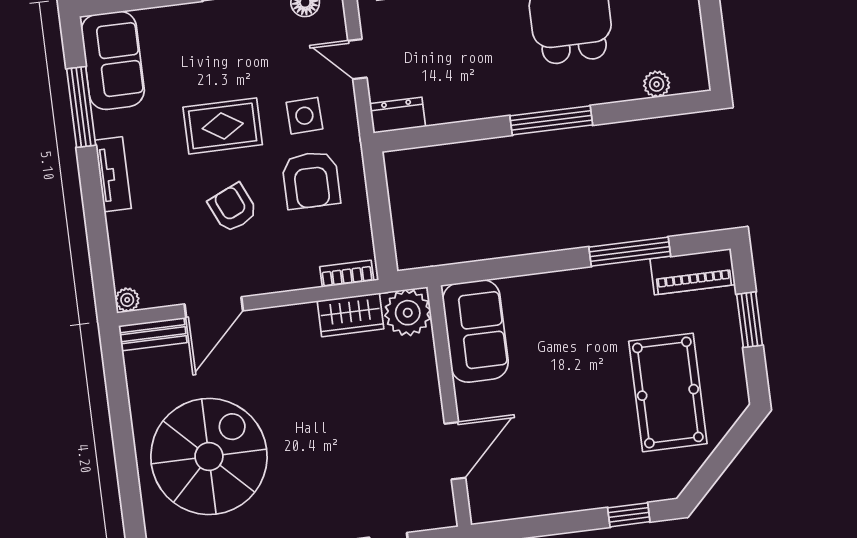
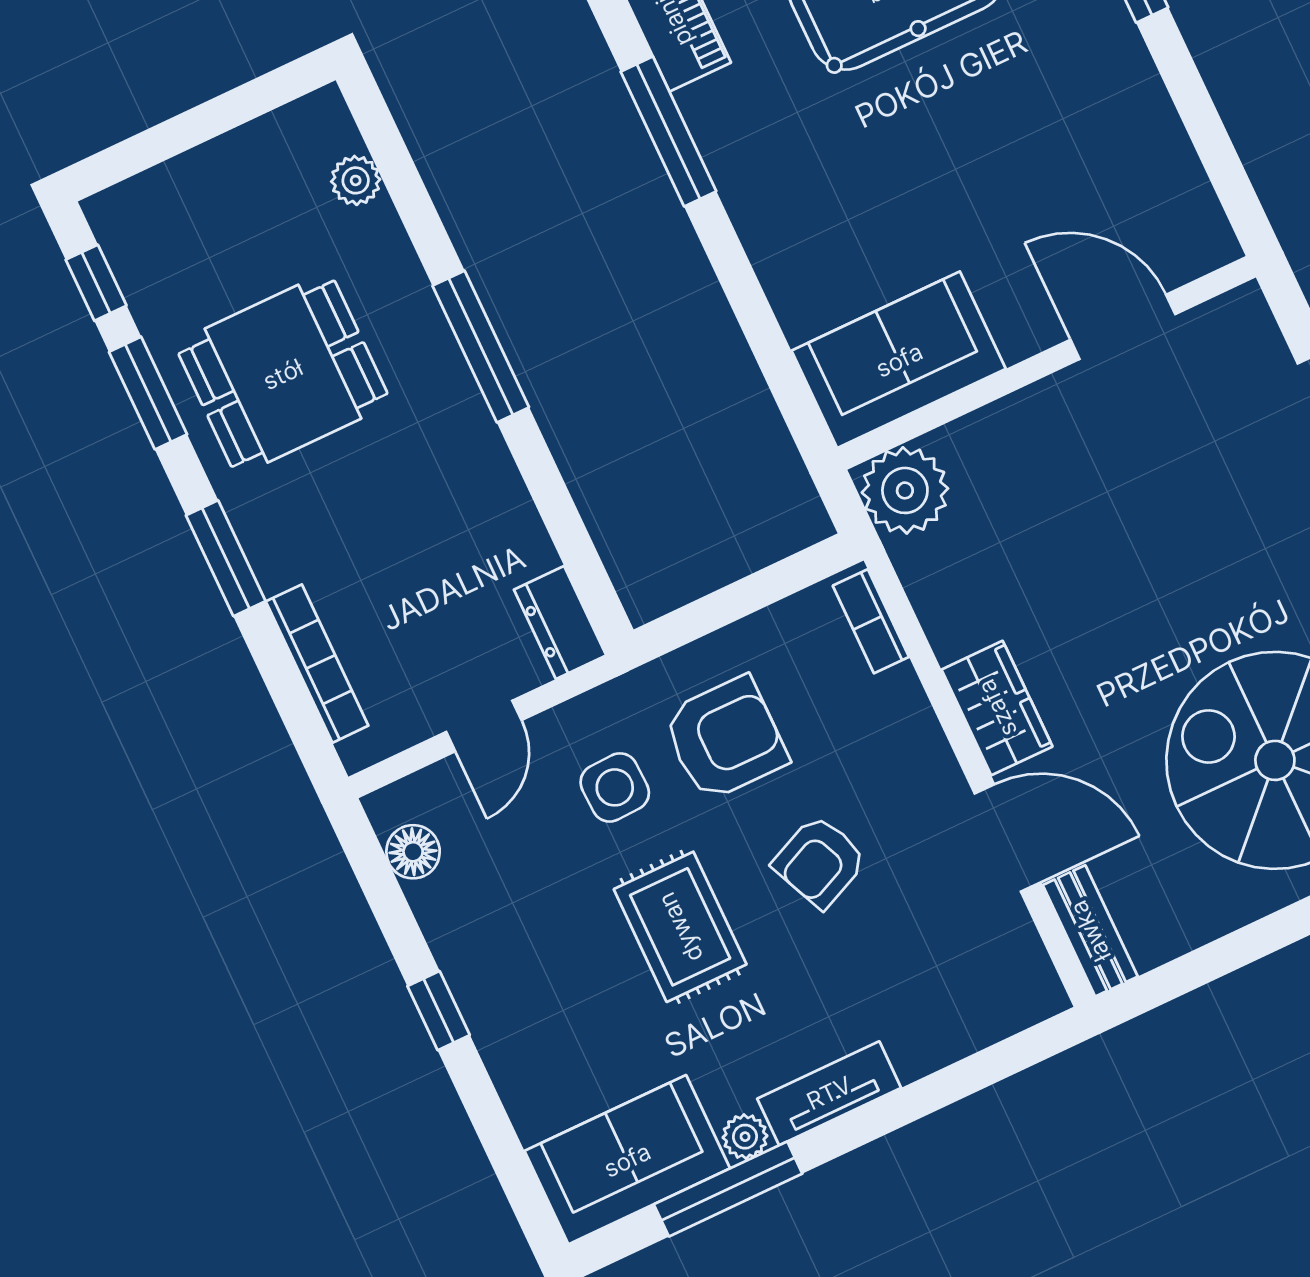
plant: (127, 300) -> (745, 1137), moved
wardrobe: (350, 315) -> (997, 708), moved

